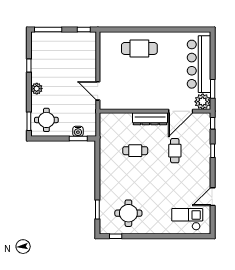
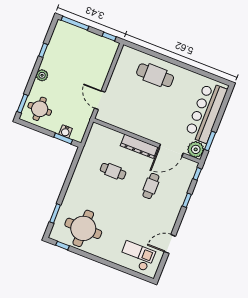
round table: (128, 213) -> (83, 228), width x1.36, depth x1.36

